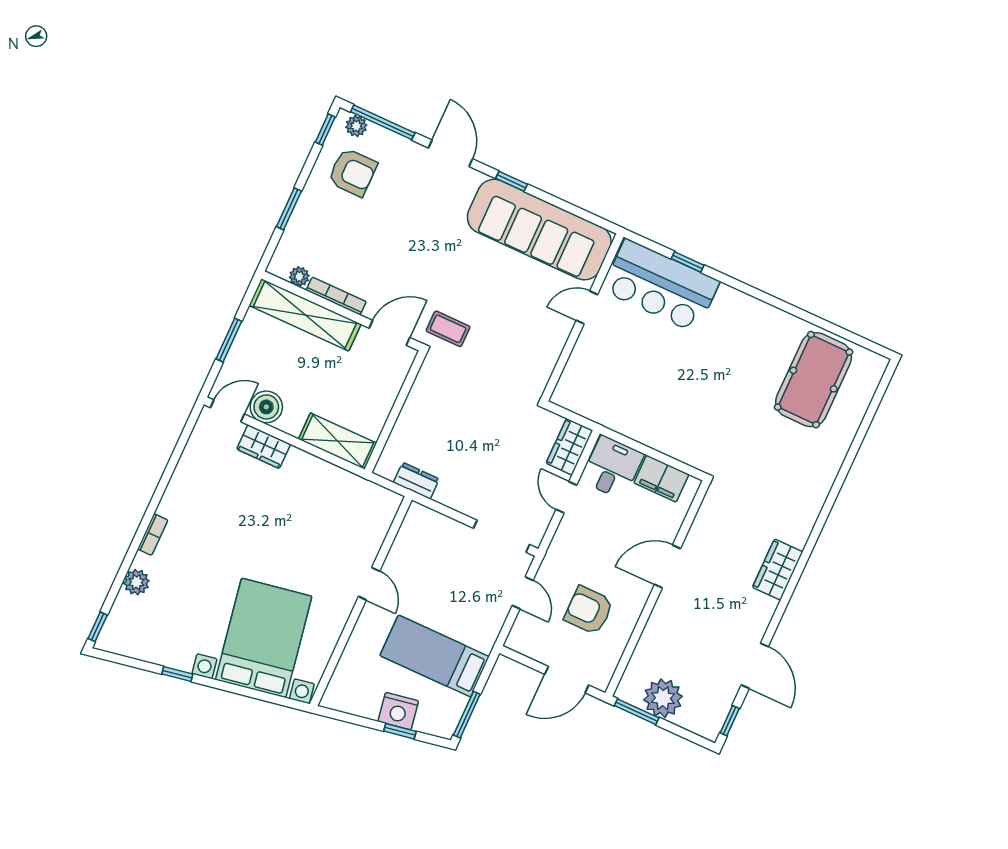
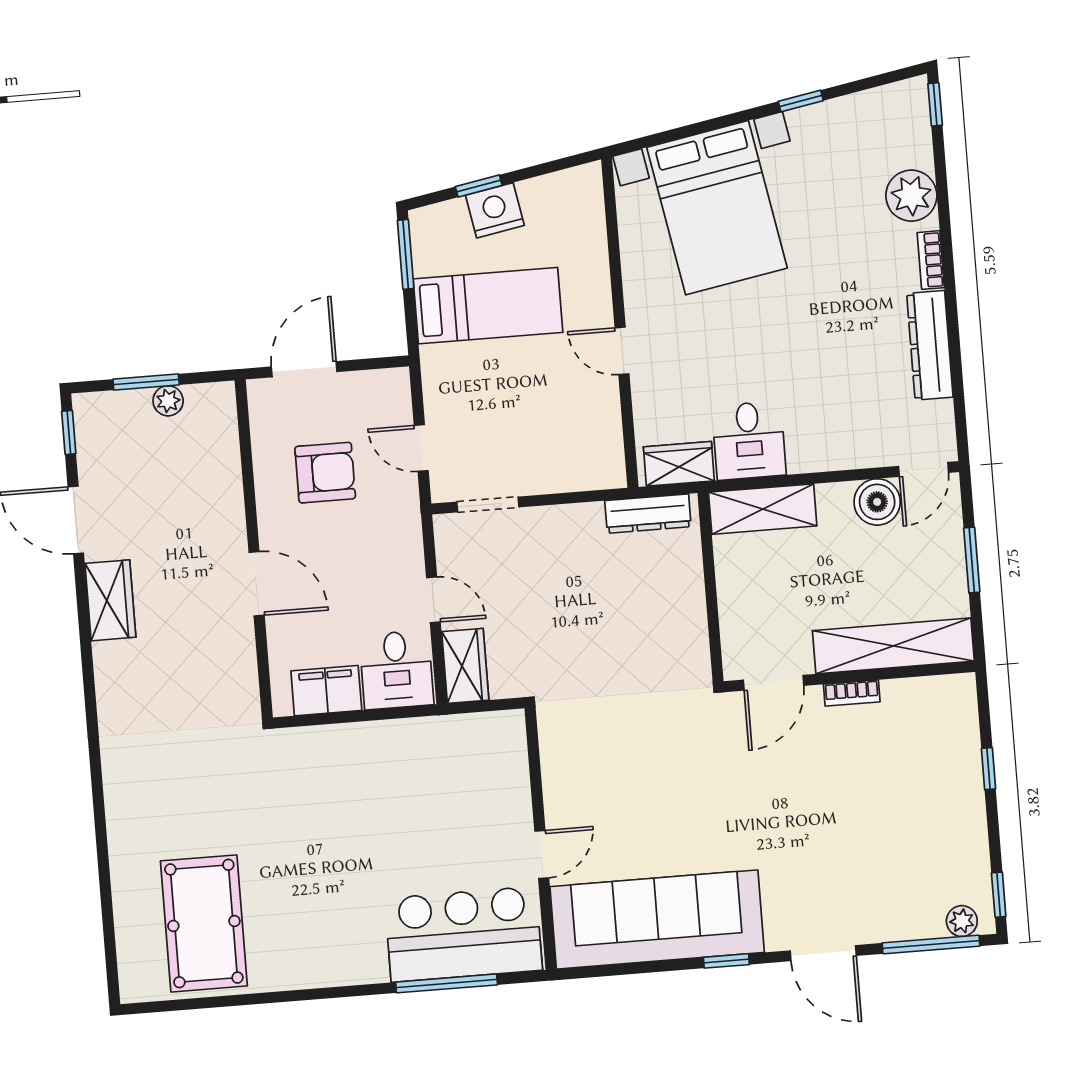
armchair: (353, 172) -> (934, 860), removed
window: (289, 209) -> (989, 769), width x0.67
window: (688, 262) -> (447, 983), width x2.17
plant: (299, 277) -> (928, 690), removed
bookcase: (336, 296) -> (852, 693), width x0.64
coffee table: (448, 329) -> (702, 729), removed
wardrobe: (264, 447) -> (679, 464), moved
dresser: (416, 481) -> (648, 514), width x1.44
dresser: (182, 483) -> (930, 345), added
desk: (323, 487) -> (749, 440), added
doorway: (502, 536) -> (488, 504), width x0.73
door: (667, 566) -> (257, 584), hinge flipped
wardrobe: (778, 570) -> (110, 600), moved
plant: (136, 582) -> (911, 196), width x1.36, depth x1.36
plant: (663, 698) -> (168, 401), width x0.53, depth x0.53
window: (637, 712) -> (146, 382), moved

